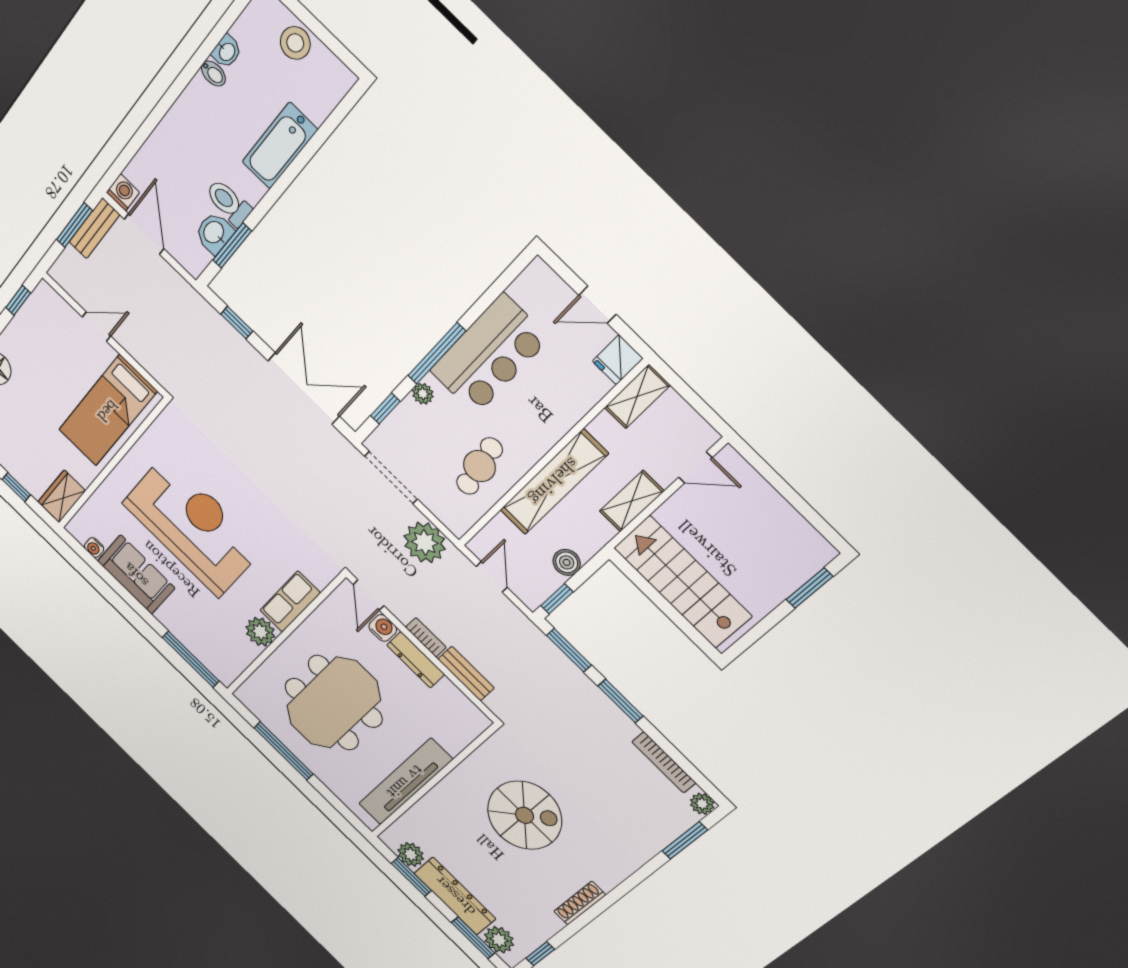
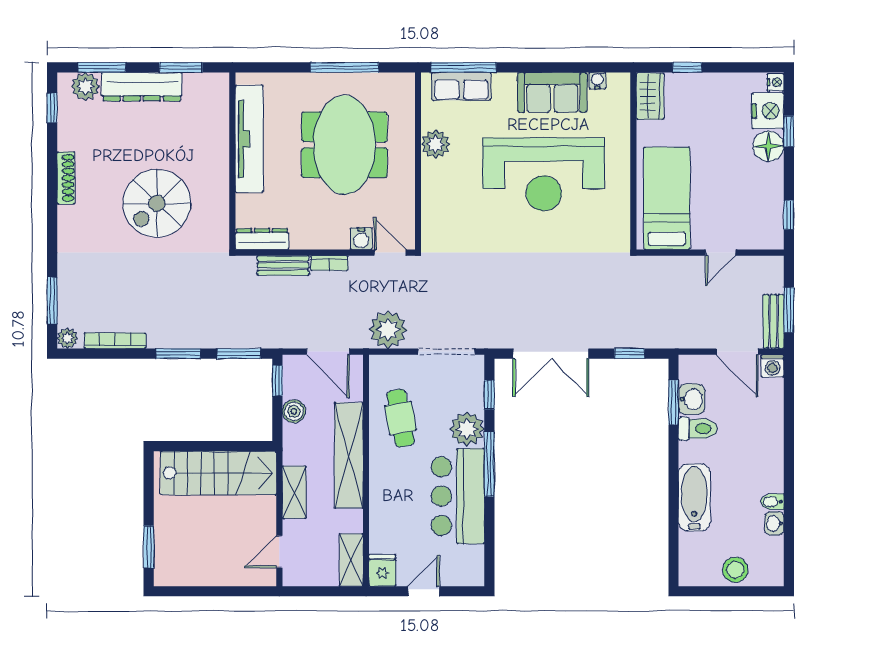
plant: (423, 394) -> (467, 429), width x1.87, depth x1.87
door: (492, 577) -> (328, 352), width x1.38
row of seats: (290, 602) -> (461, 86), moved, turned 90
dresser: (416, 660) -> (262, 239), moved
plant: (411, 854) -> (197, 85), removed

